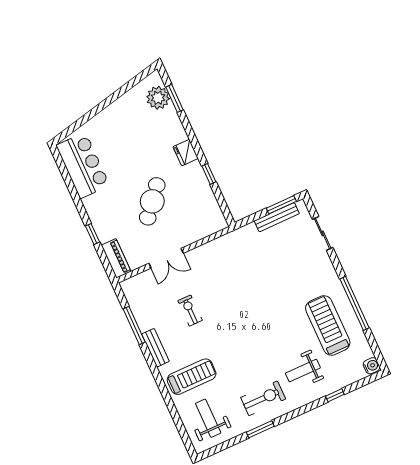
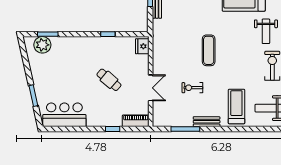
window: (89, 115) -> (33, 96), added
fridge: (186, 153) -> (142, 46), moved, turned 90
cafe table: (152, 201) -> (109, 80), width x0.73, depth x0.74
exercise mat: (246, 310) -> (209, 50), added

